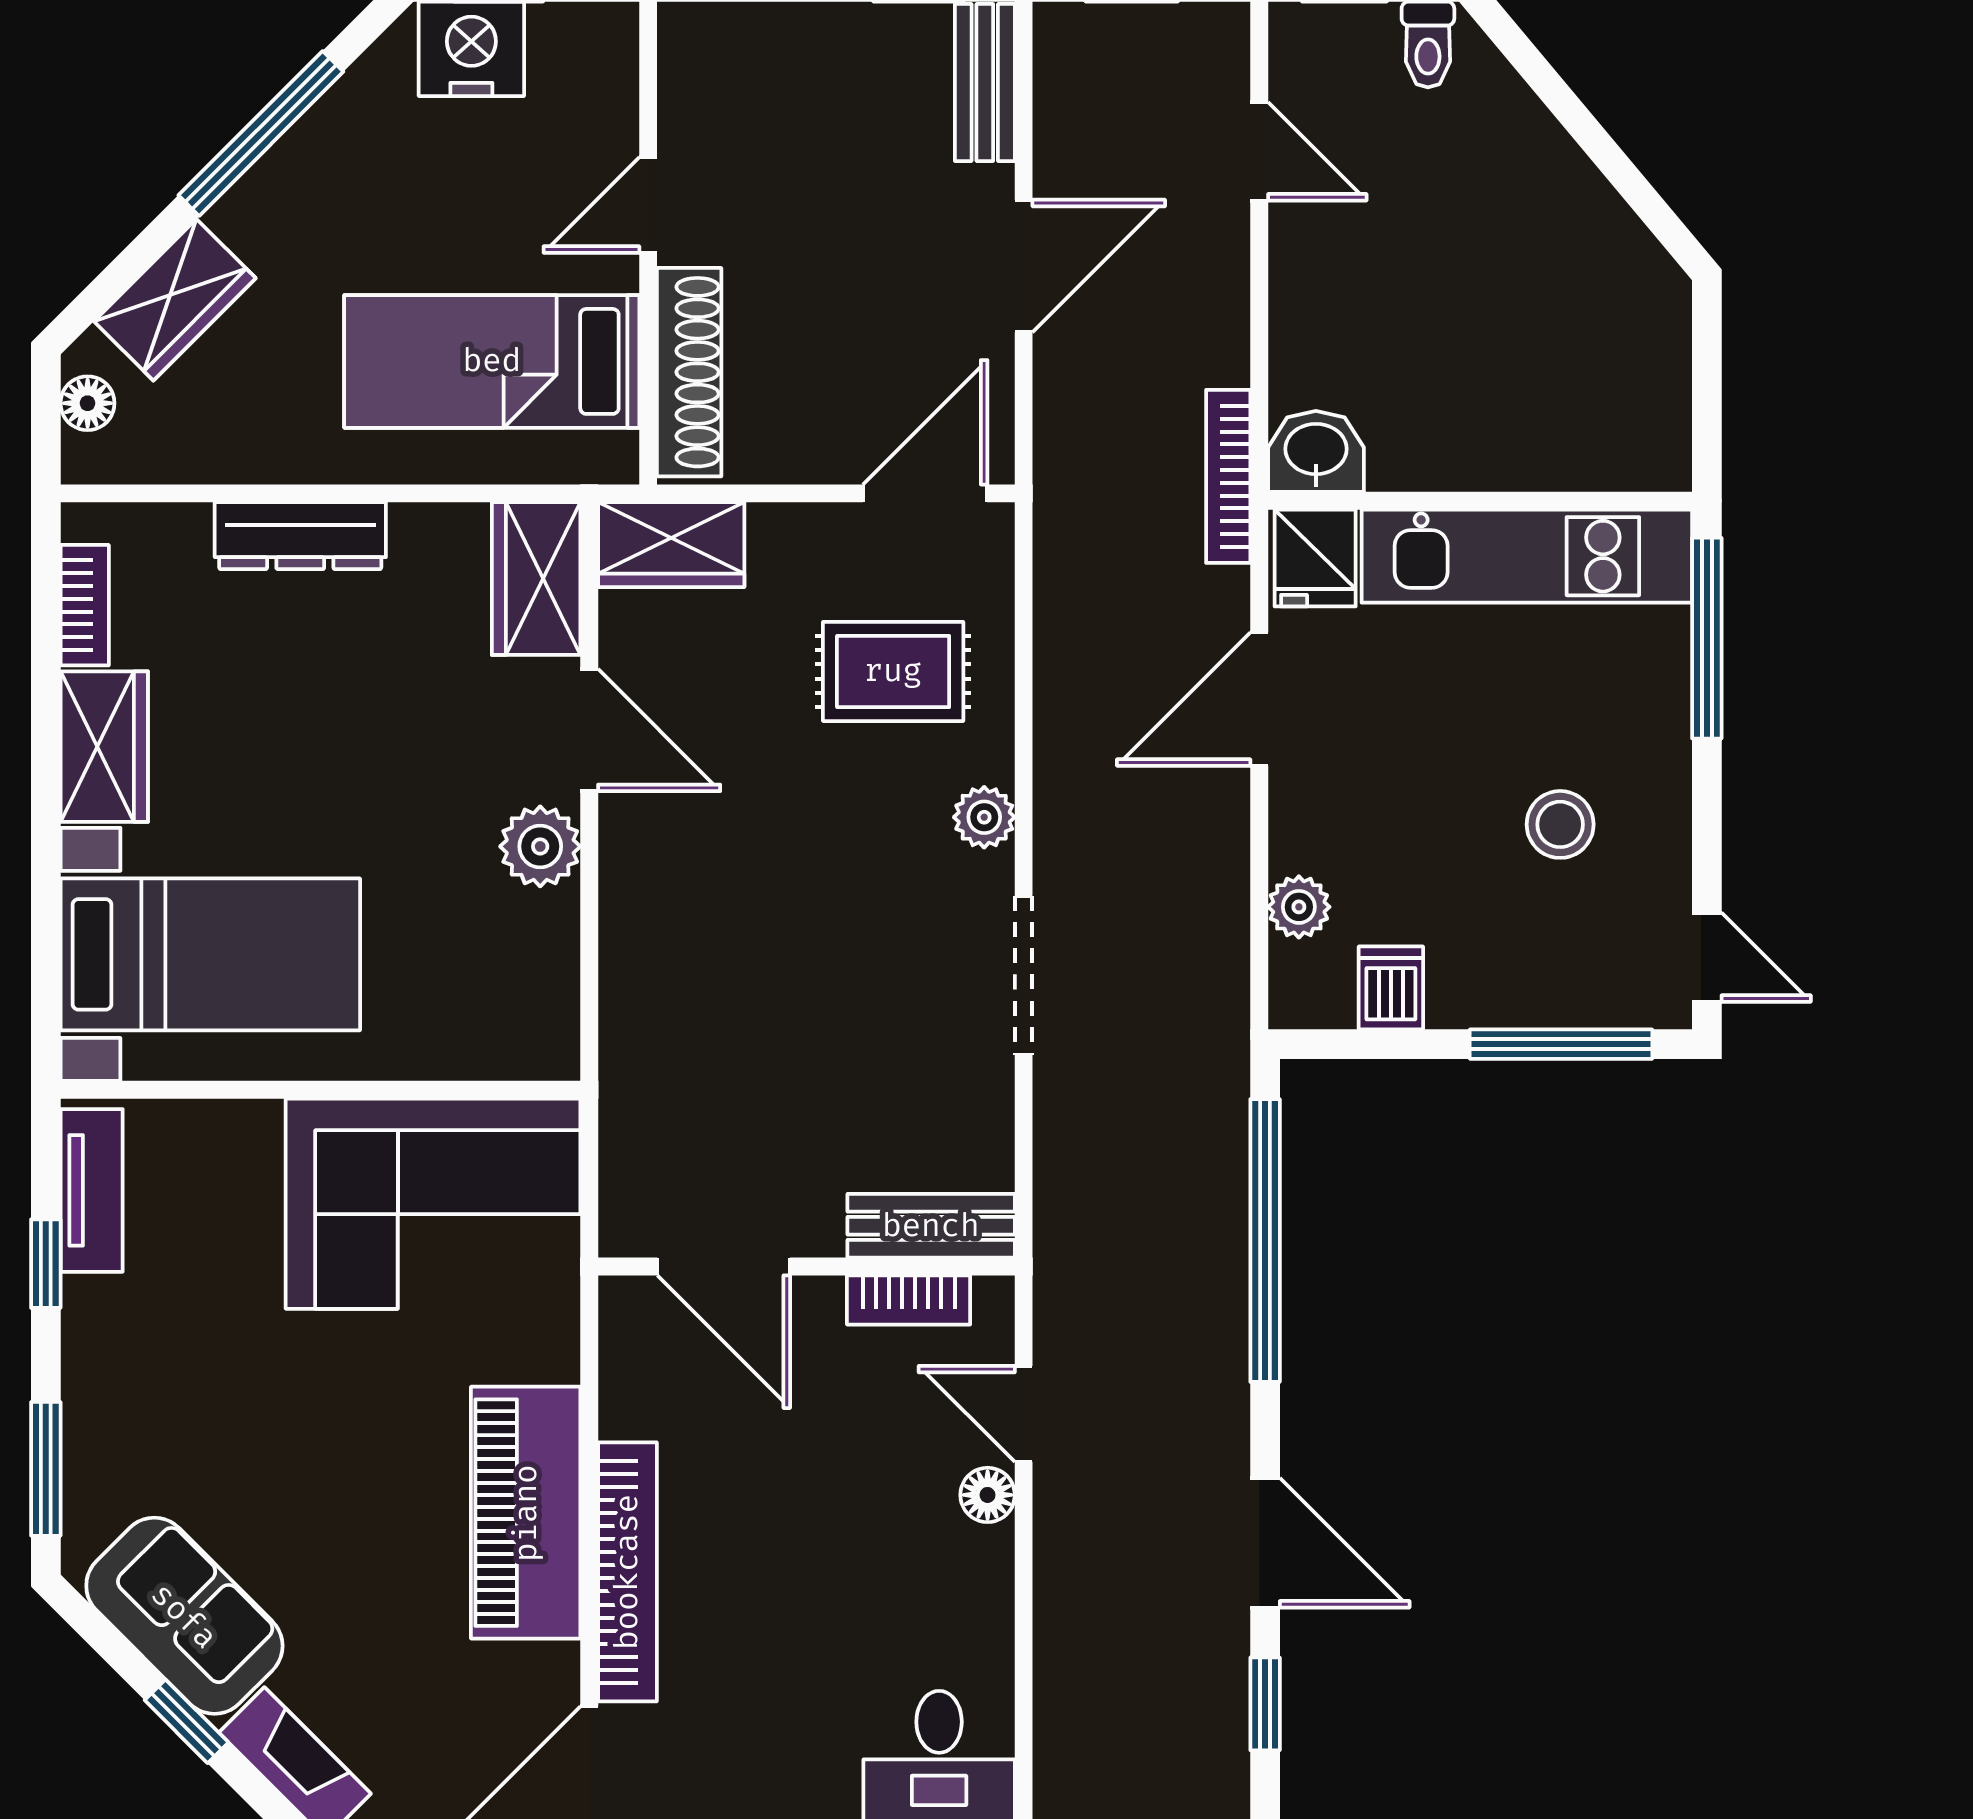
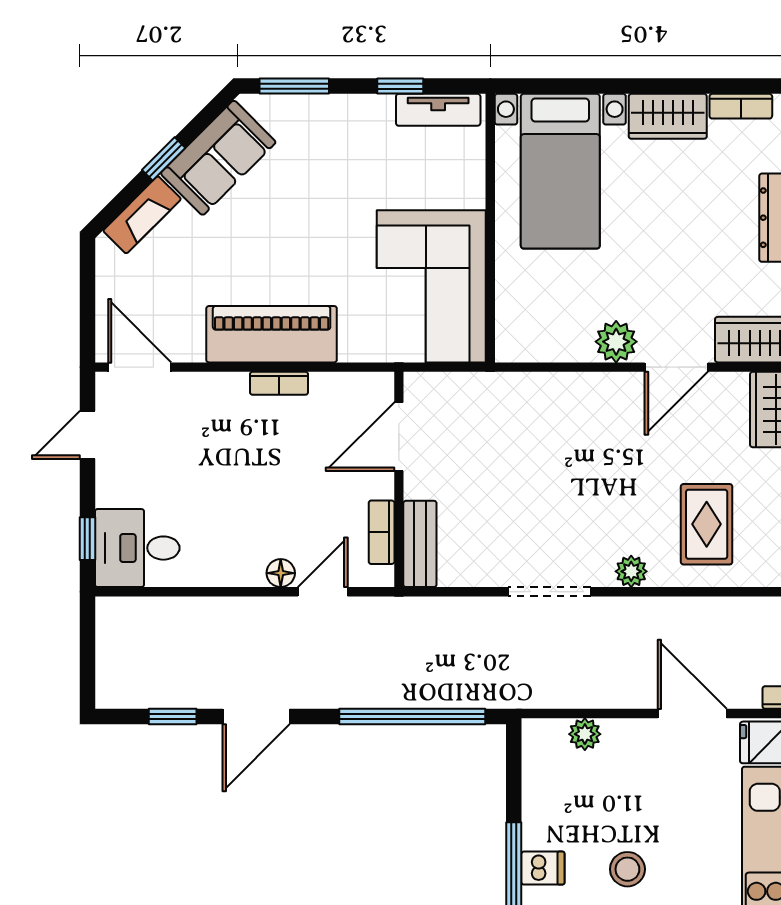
dishwasher: (1391, 988) -> (543, 868), moved
bookcase: (627, 1572) -> (279, 383), width x0.43, depth x0.76

